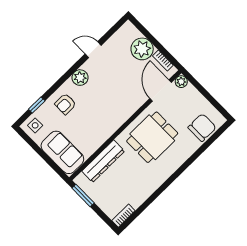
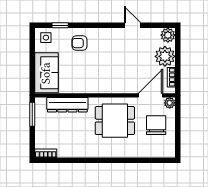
plant: (80, 78) -> (168, 35), moved
chair: (202, 128) -> (156, 125), moved, turned -90

